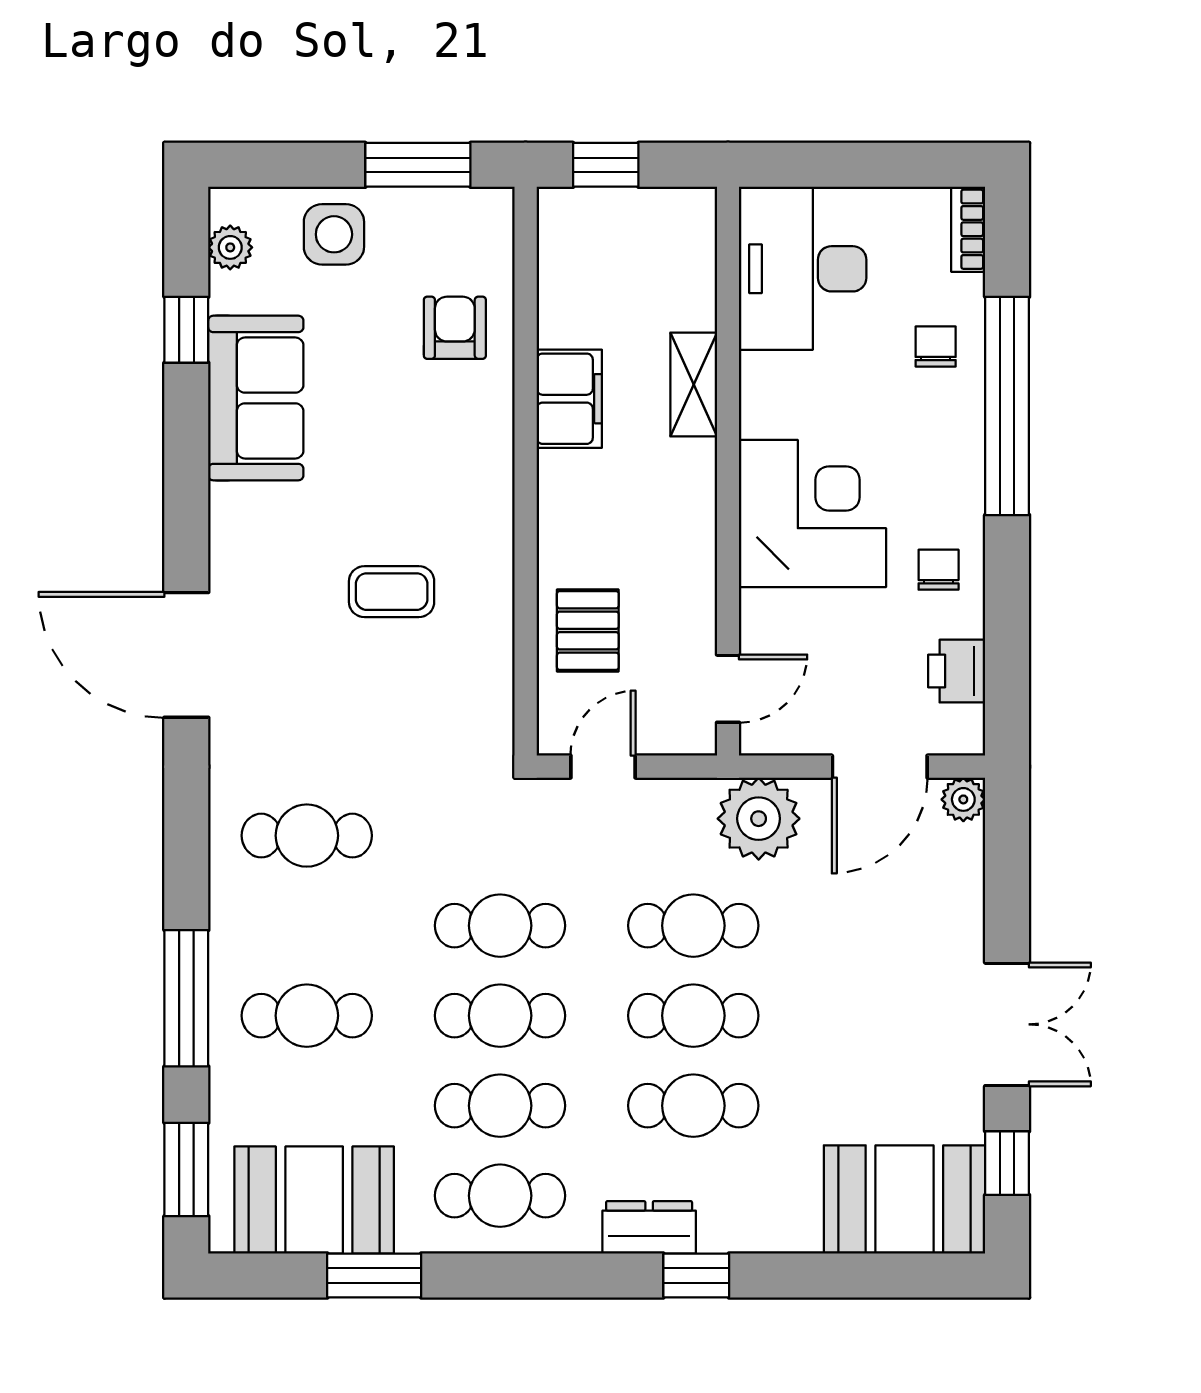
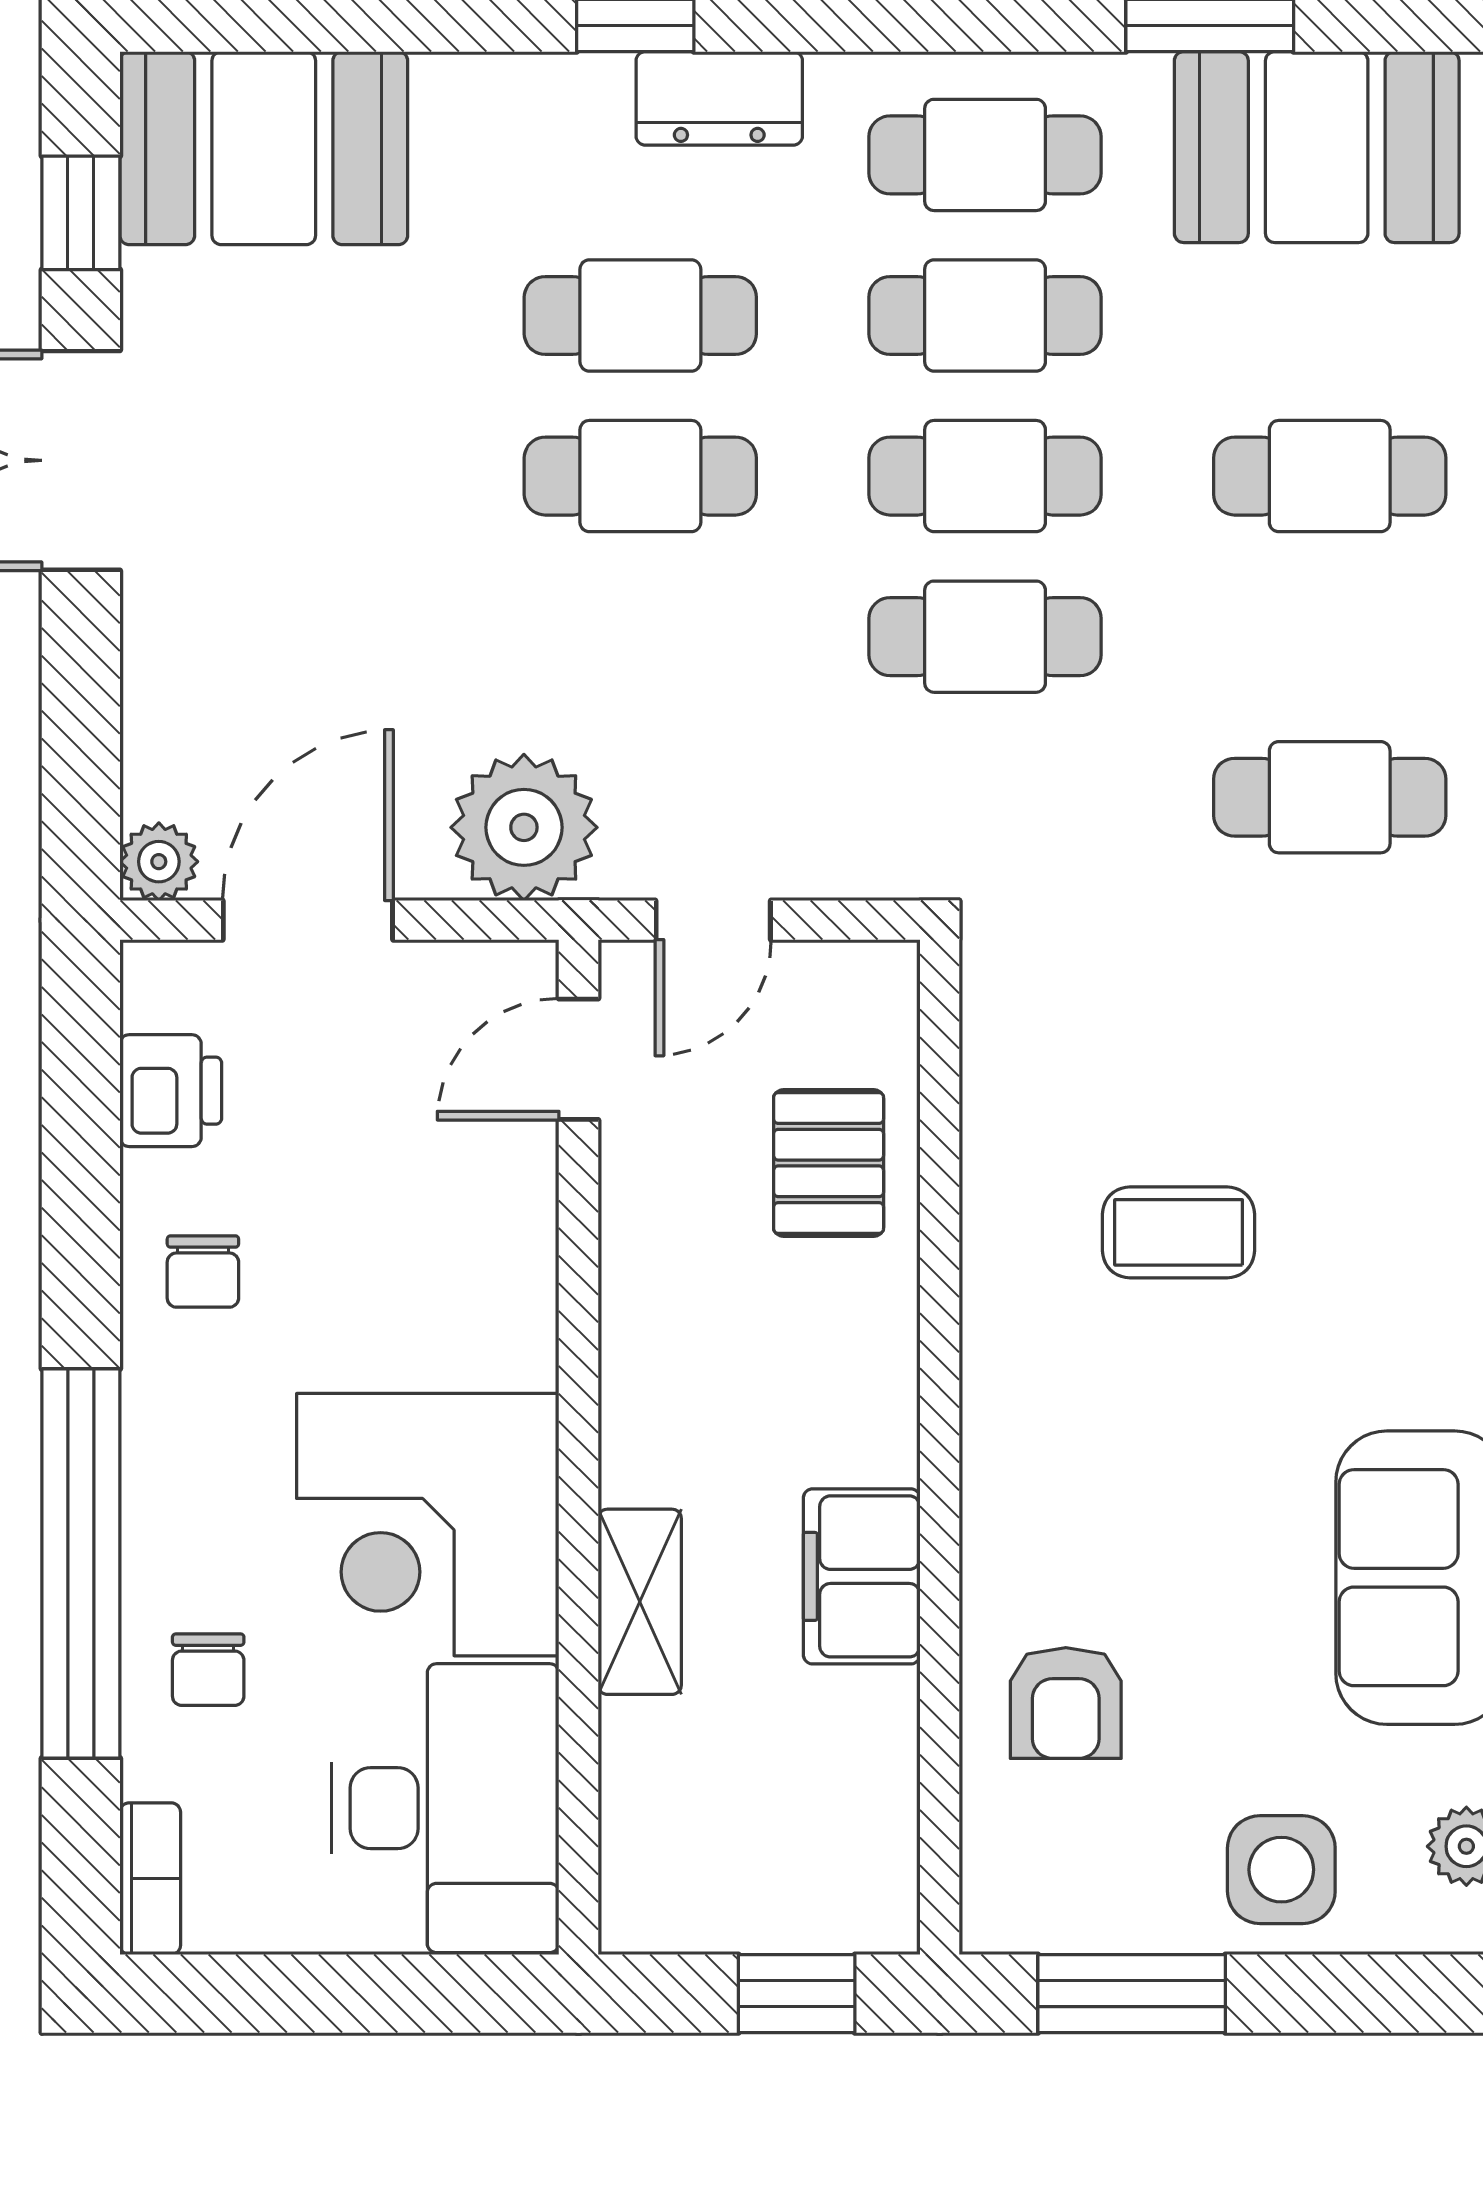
corner desk: (813, 513) -> (428, 1525), moved
door: (603, 767) -> (713, 920), moved
cafe table: (693, 926) -> (640, 637), removed

